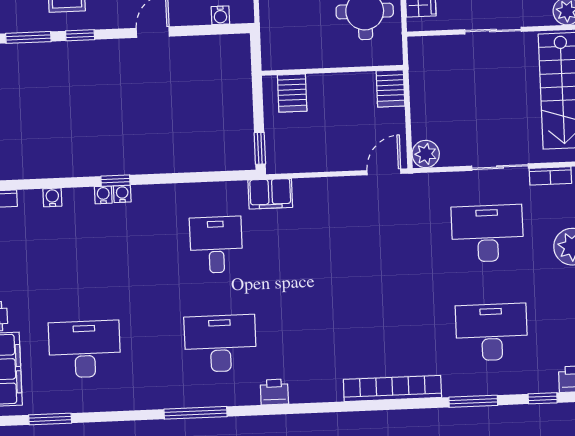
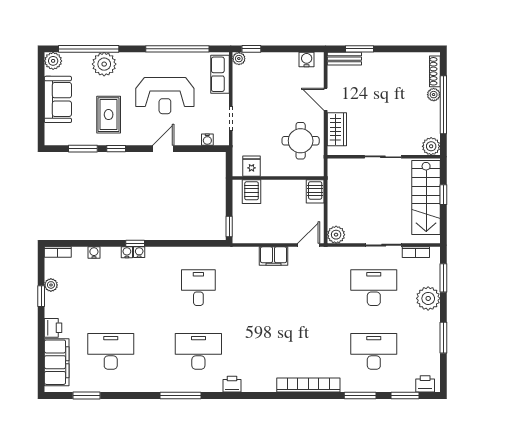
fridge: (290, 54) -> (252, 166), added
filing cabinet: (270, 194) -> (274, 256), moved
window: (543, 398) -> (405, 396), width x1.50

